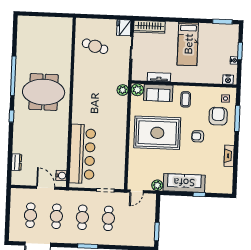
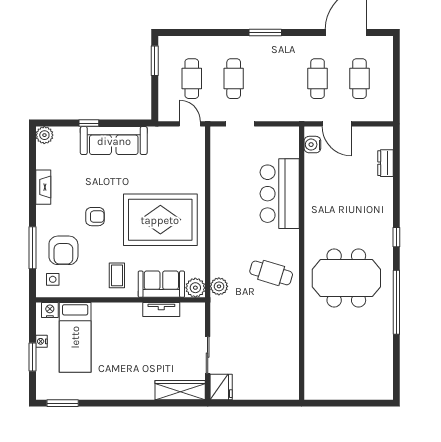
bed: (188, 44) -> (75, 337), moved, turned 180
cafe table: (95, 46) -> (271, 273), moved
bar counter: (82, 154) -> (280, 194), width x0.73
plant: (157, 185) -> (44, 135), moved
door: (137, 191) -> (190, 124), hinge flipped
cafe table: (82, 217) -> (192, 79), moved

